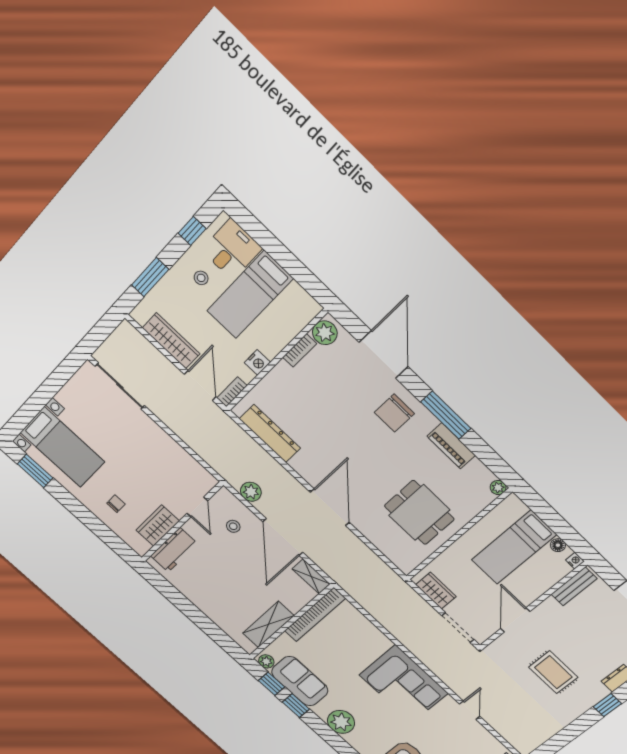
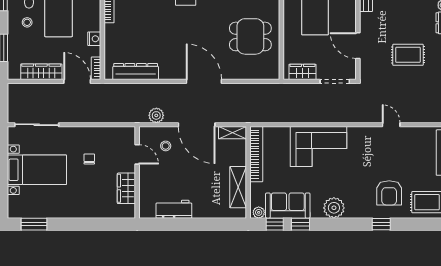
bed with nightstands: (62, 447) -> (37, 170), moved
chair: (116, 504) -> (89, 159), moved
workbench: (174, 550) -> (174, 209), moved, turned -90
corner sofa: (404, 684) -> (319, 147), moved

